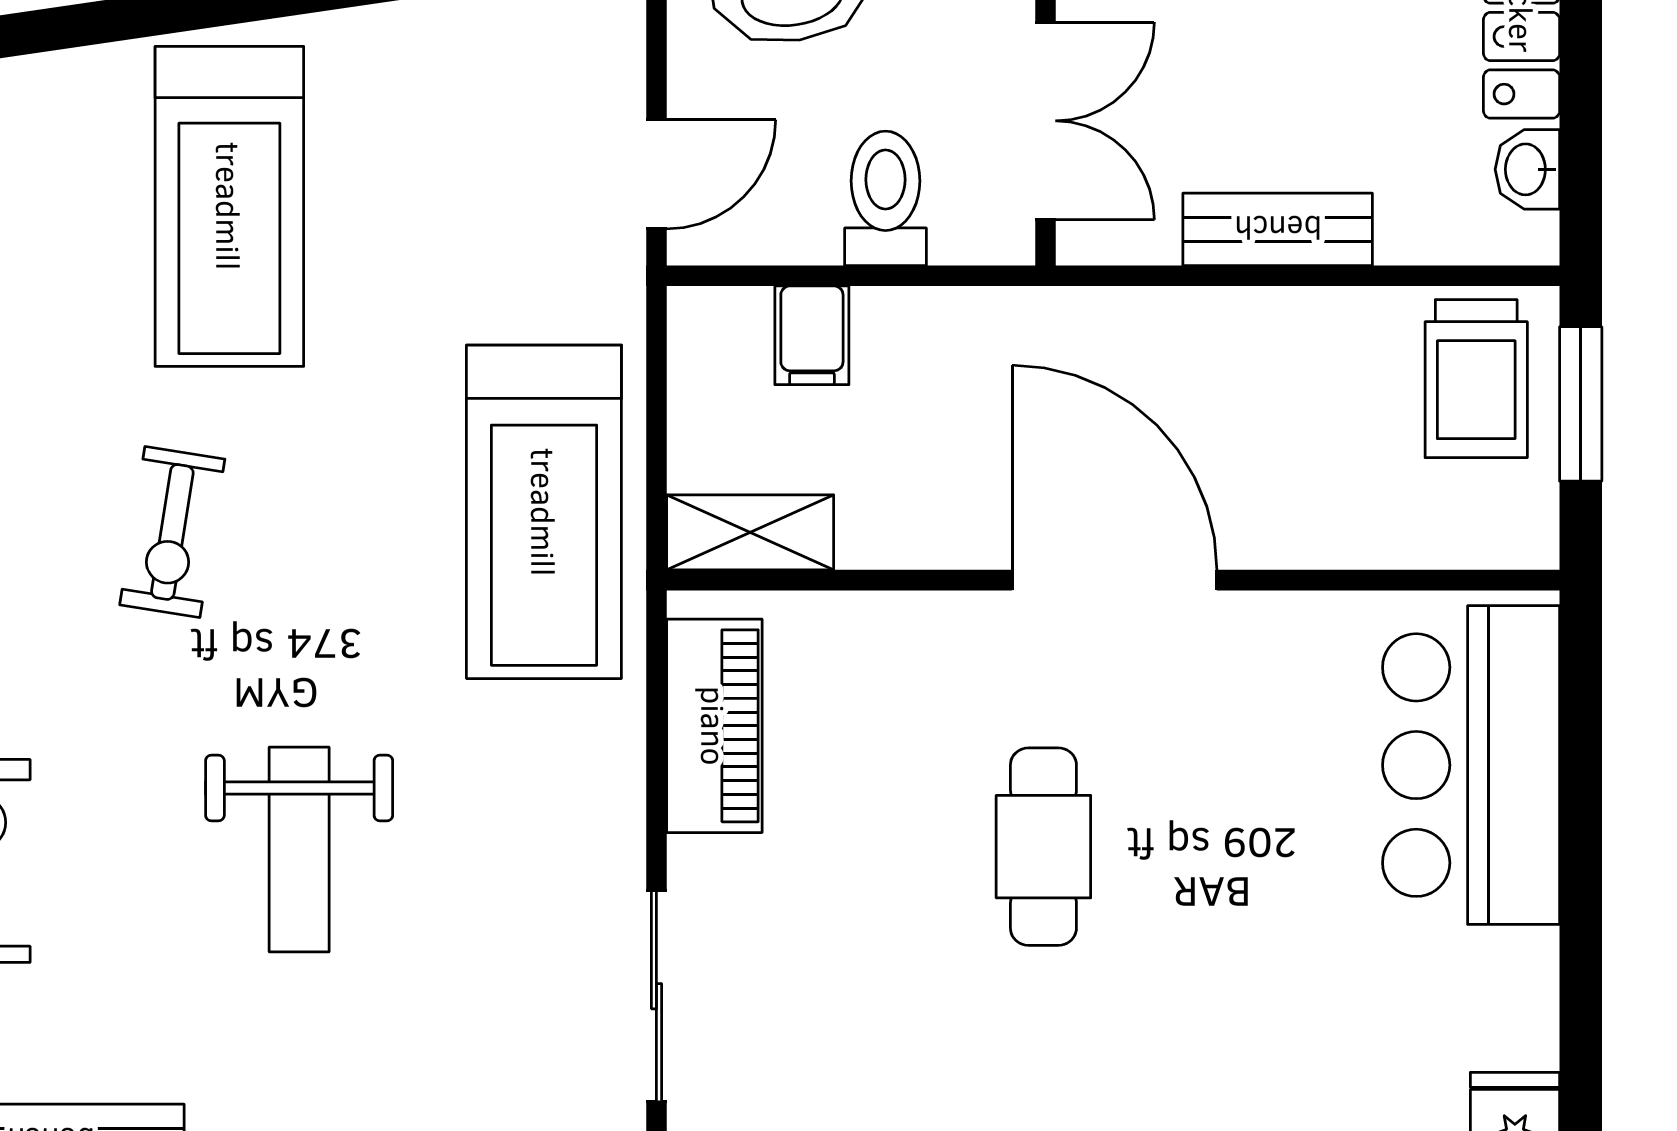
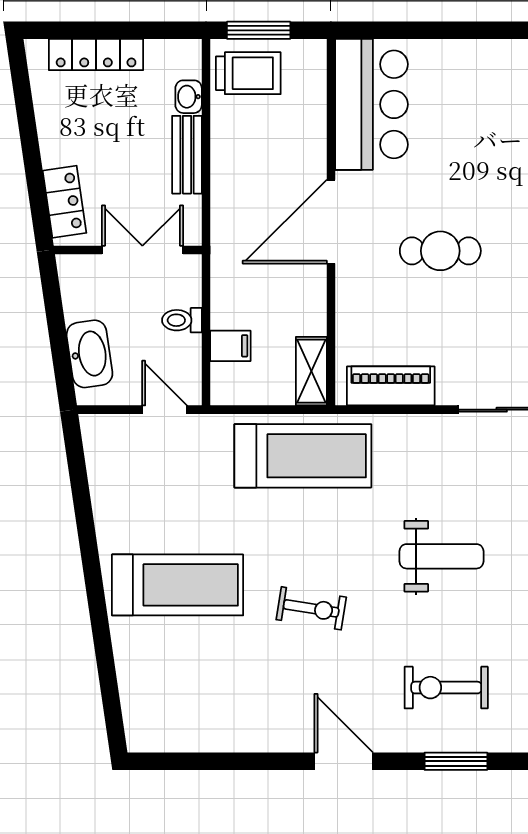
washbasin: (1527, 169) -> (189, 97), moved, turned 90
toilet: (885, 198) -> (182, 320), width x0.73, depth x0.72
bar counter: (1471, 765) -> (371, 104), moved, turned -90

